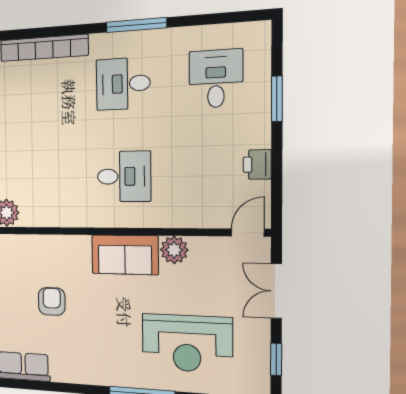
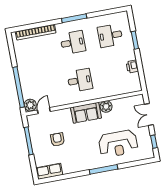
desk: (216, 79) -> (110, 36), turned -90
desk: (123, 84) -> (73, 43), turned 180
door: (248, 233) -> (44, 111), moved

